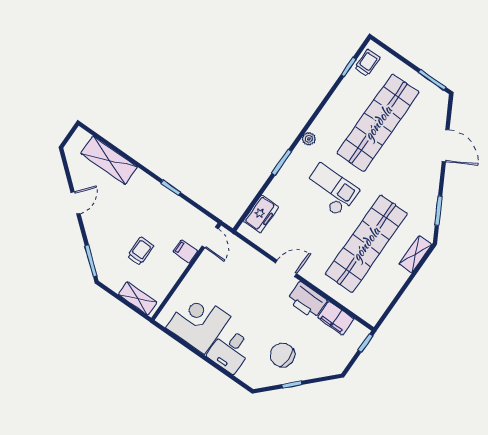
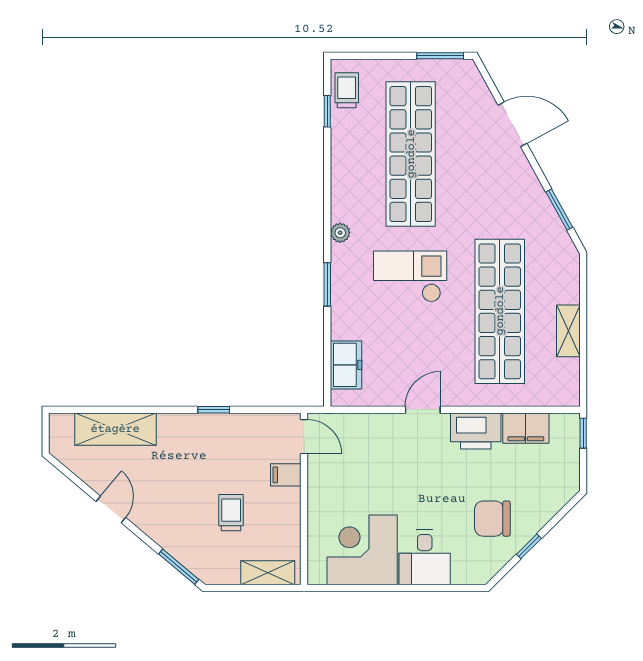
shelving: (415, 254) -> (568, 331), moved

